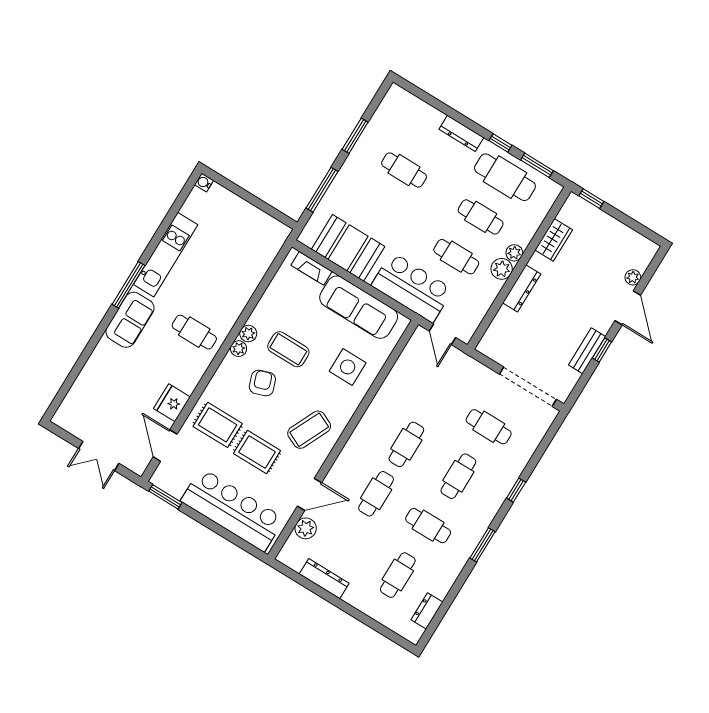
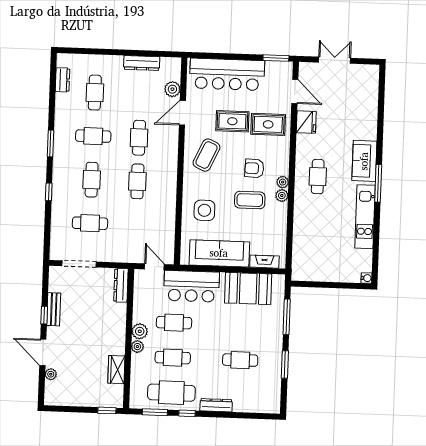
dresser: (522, 288) -> (121, 285), moved
cafe table: (194, 332) -> (318, 177), turned 90
armchair: (262, 383) -> (254, 168), turned 111
doorway: (528, 387) -> (79, 264), width x0.73

